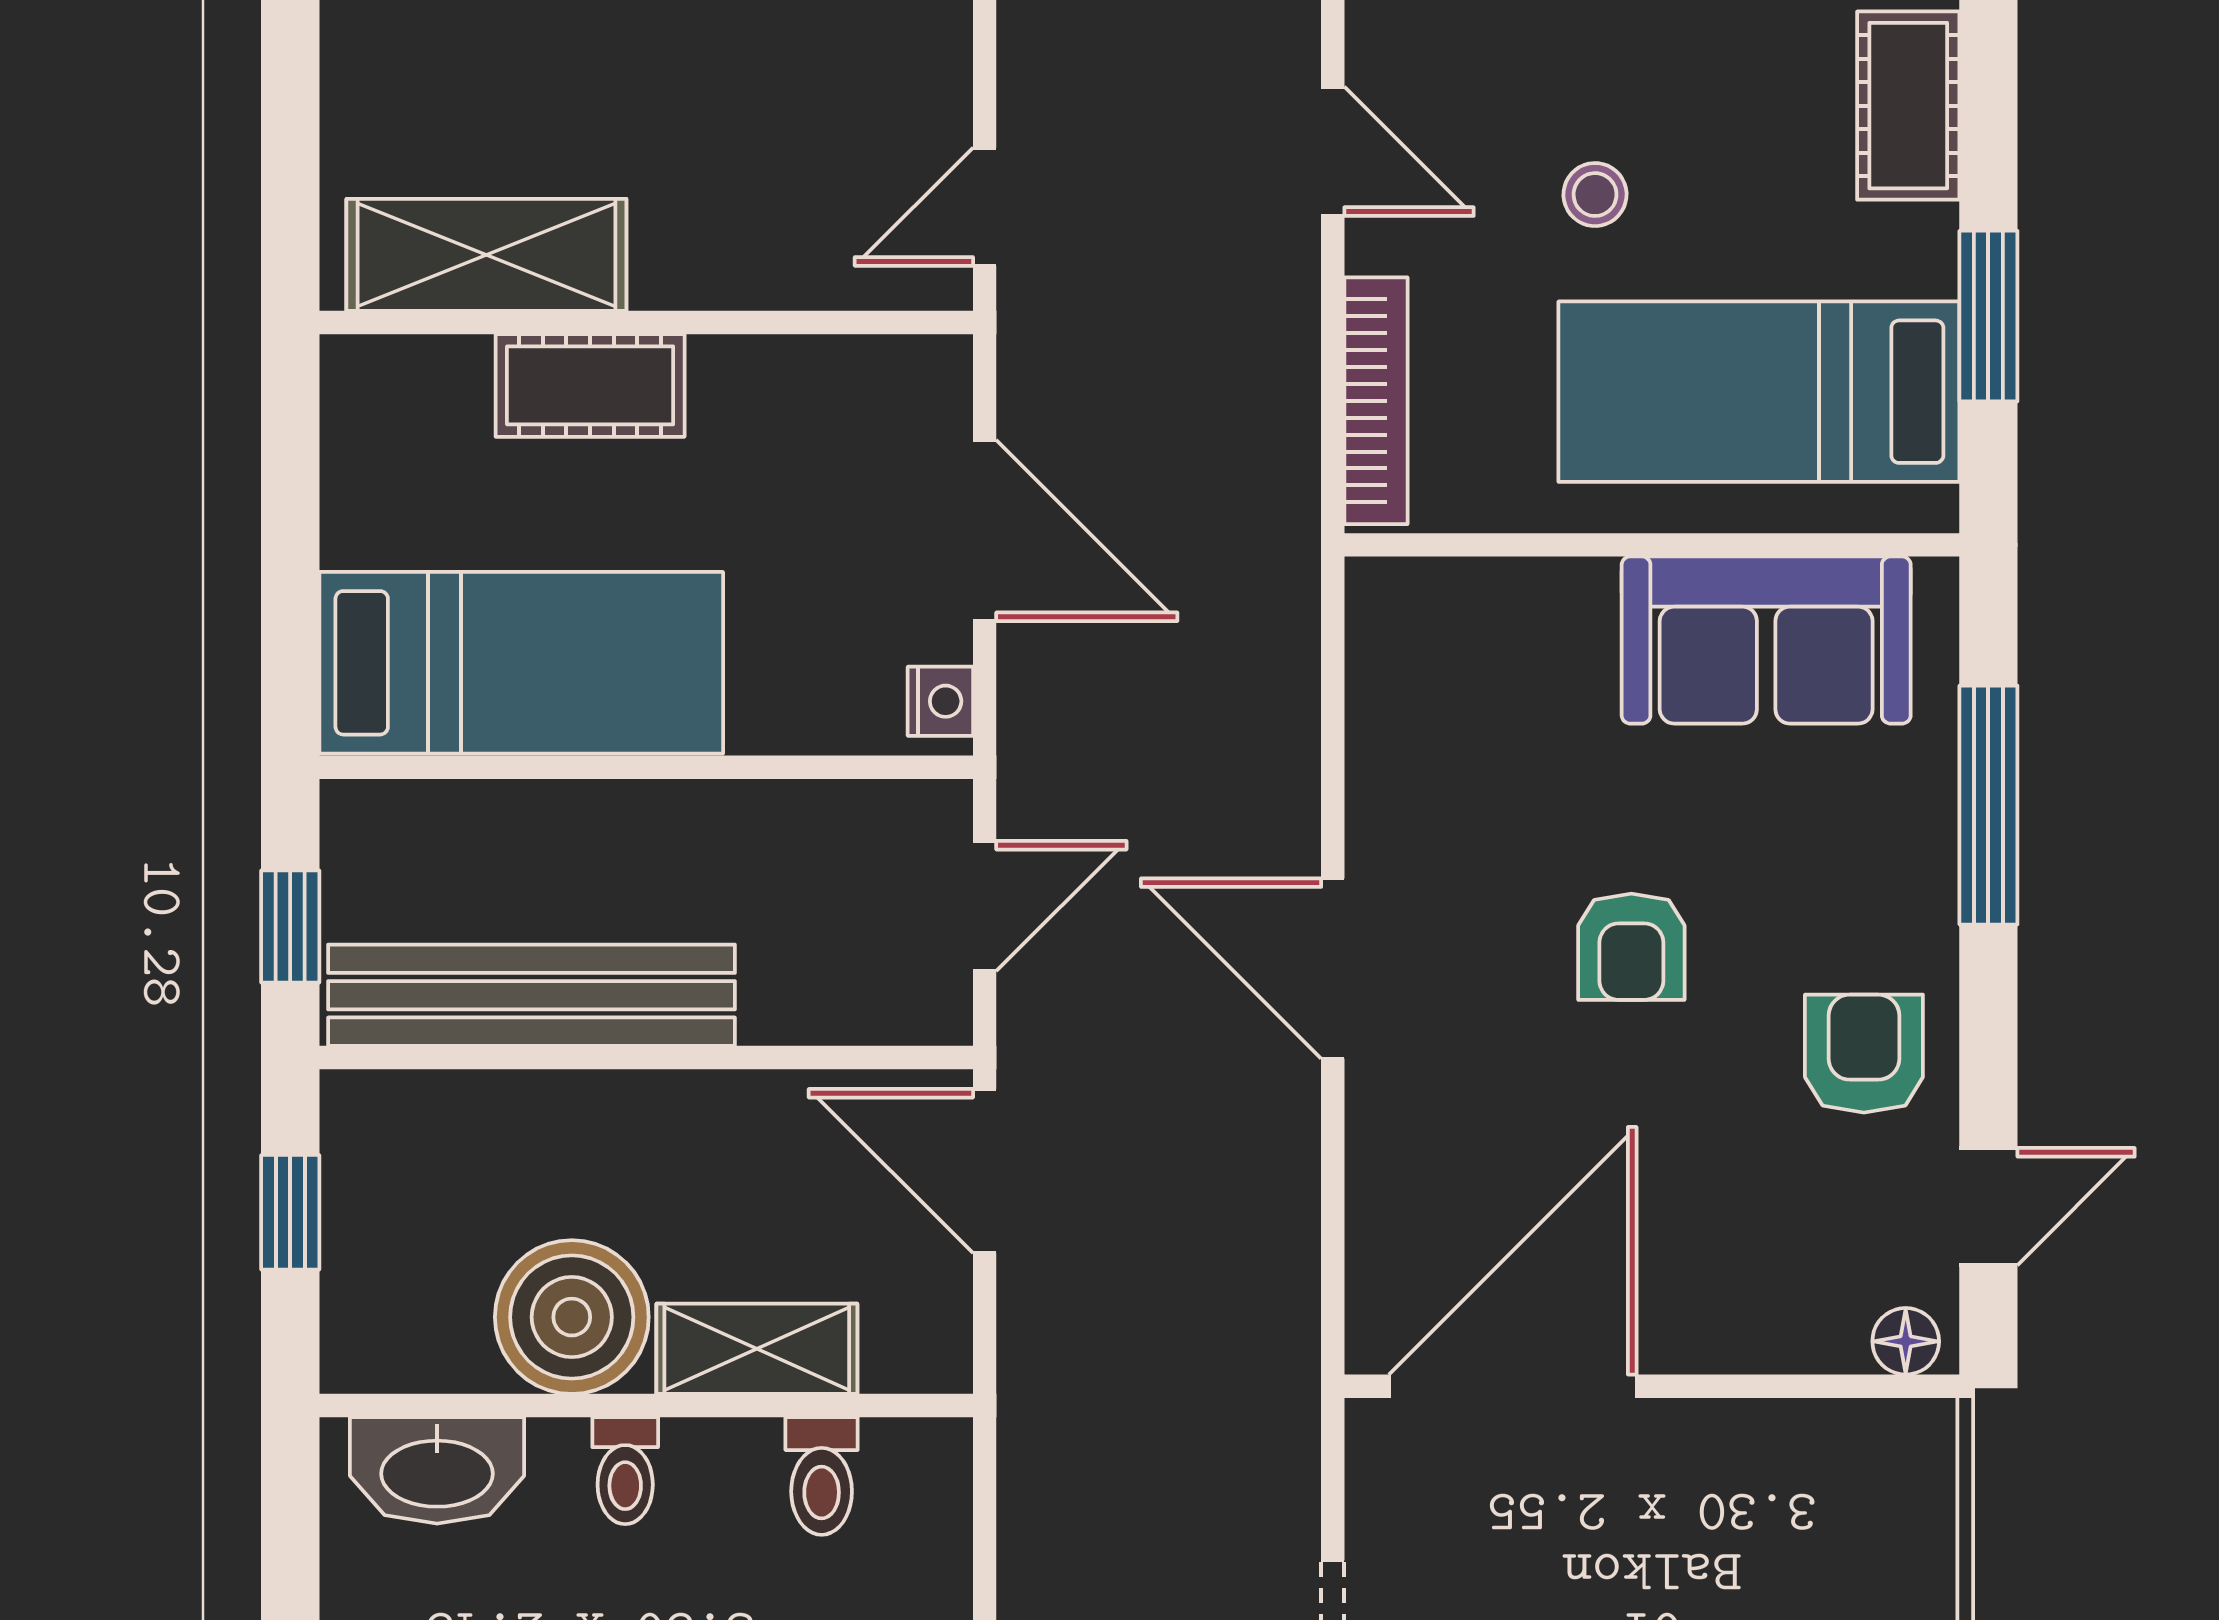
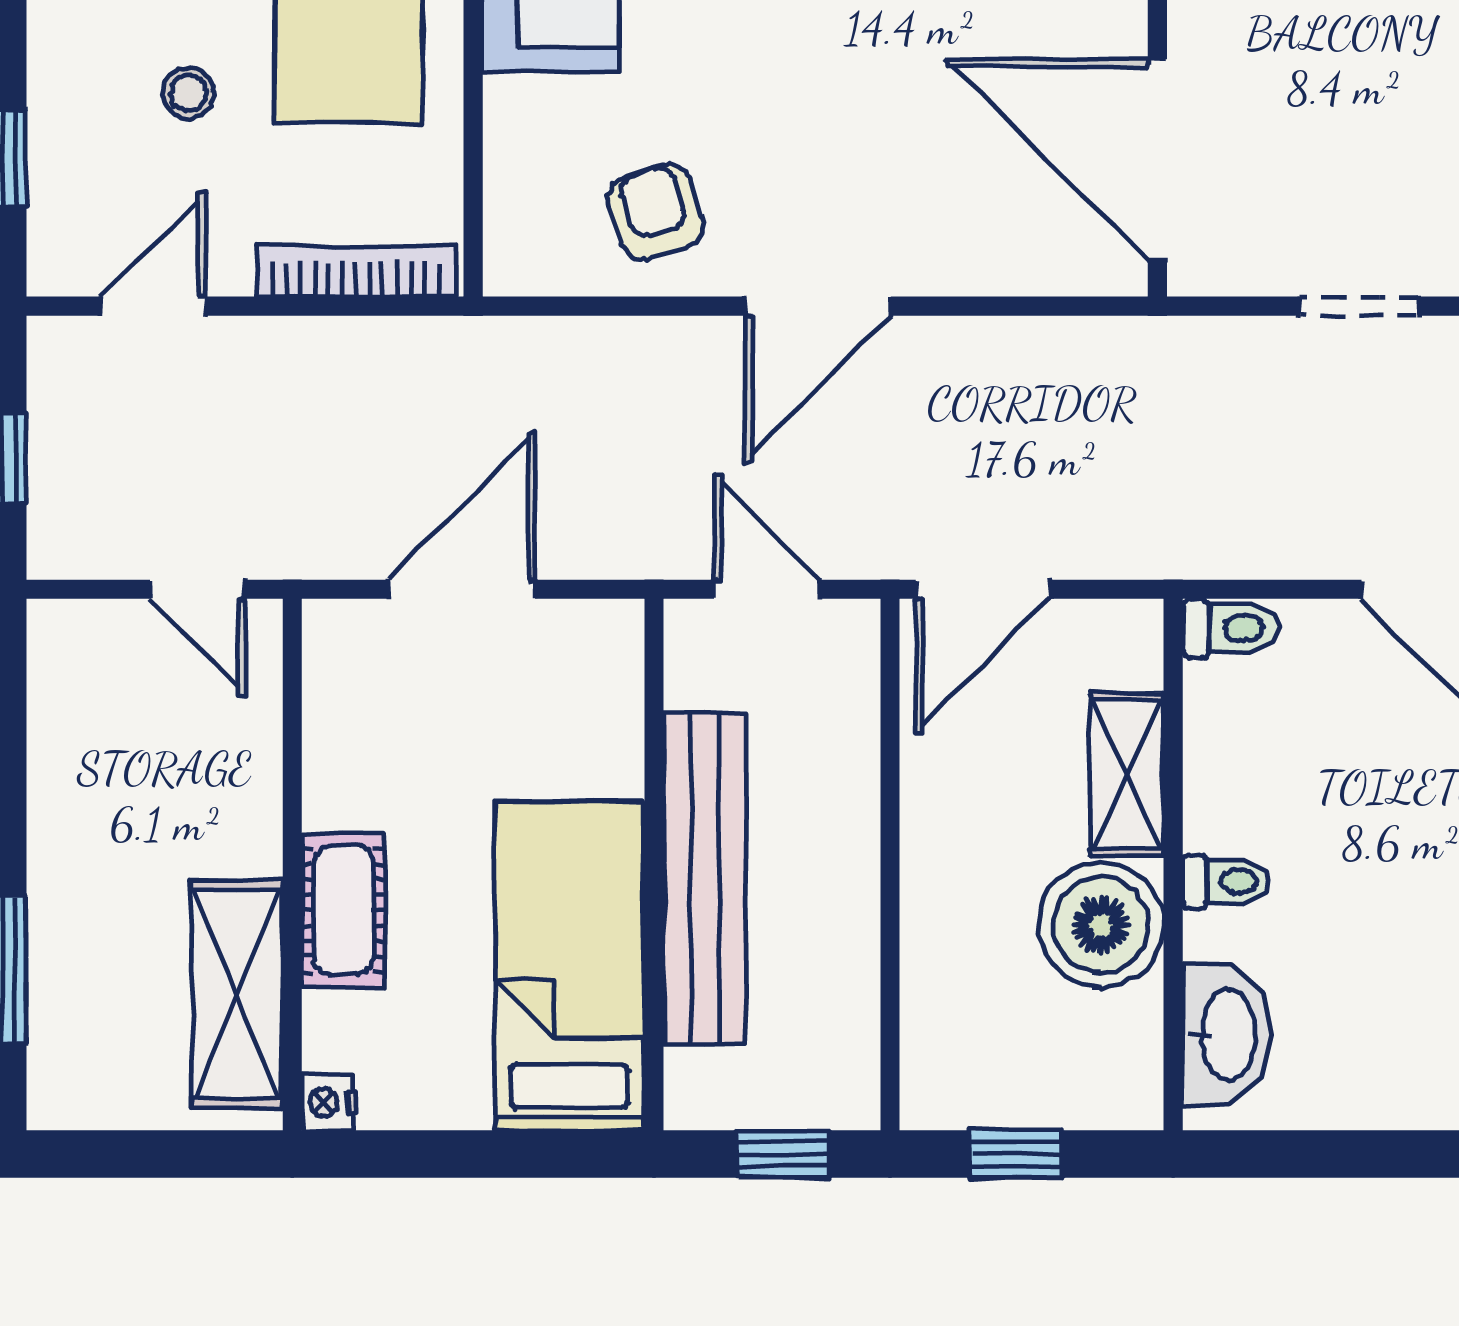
nightstand: (940, 701) -> (328, 1102), moved, turned -90
armchair: (1631, 947) -> (656, 212), moved, turned -108
bench: (532, 995) -> (705, 879), moved
toilet: (822, 1476) -> (1230, 628), moved

